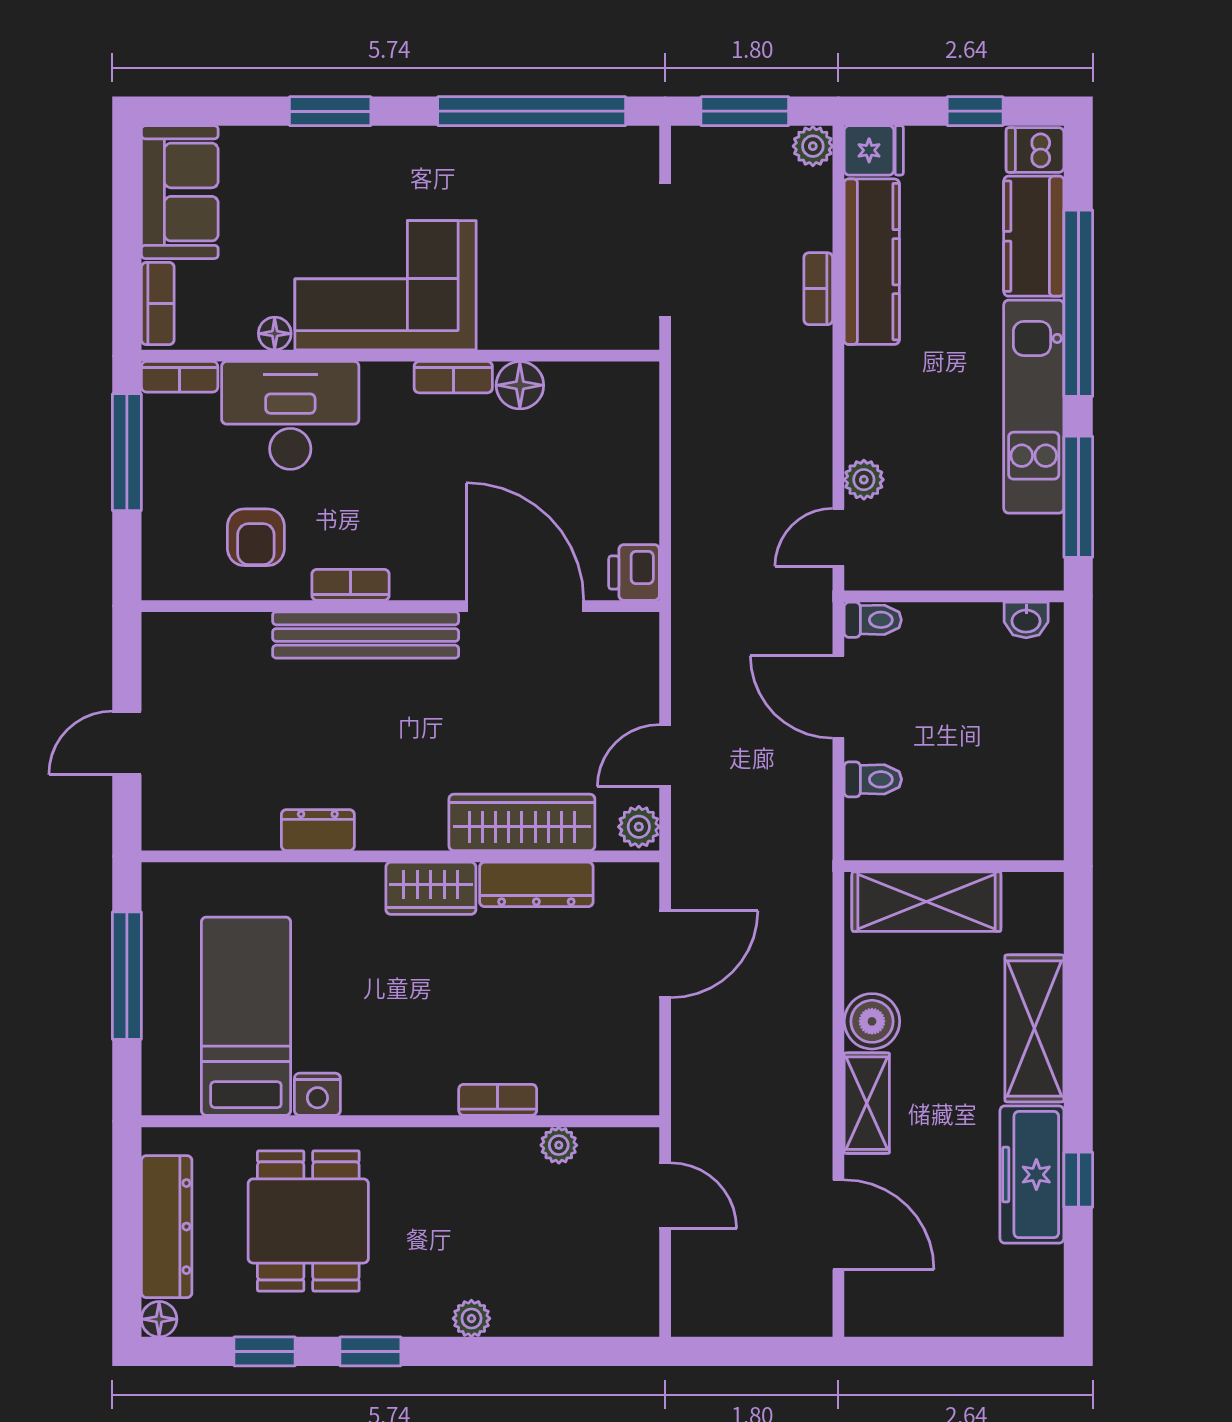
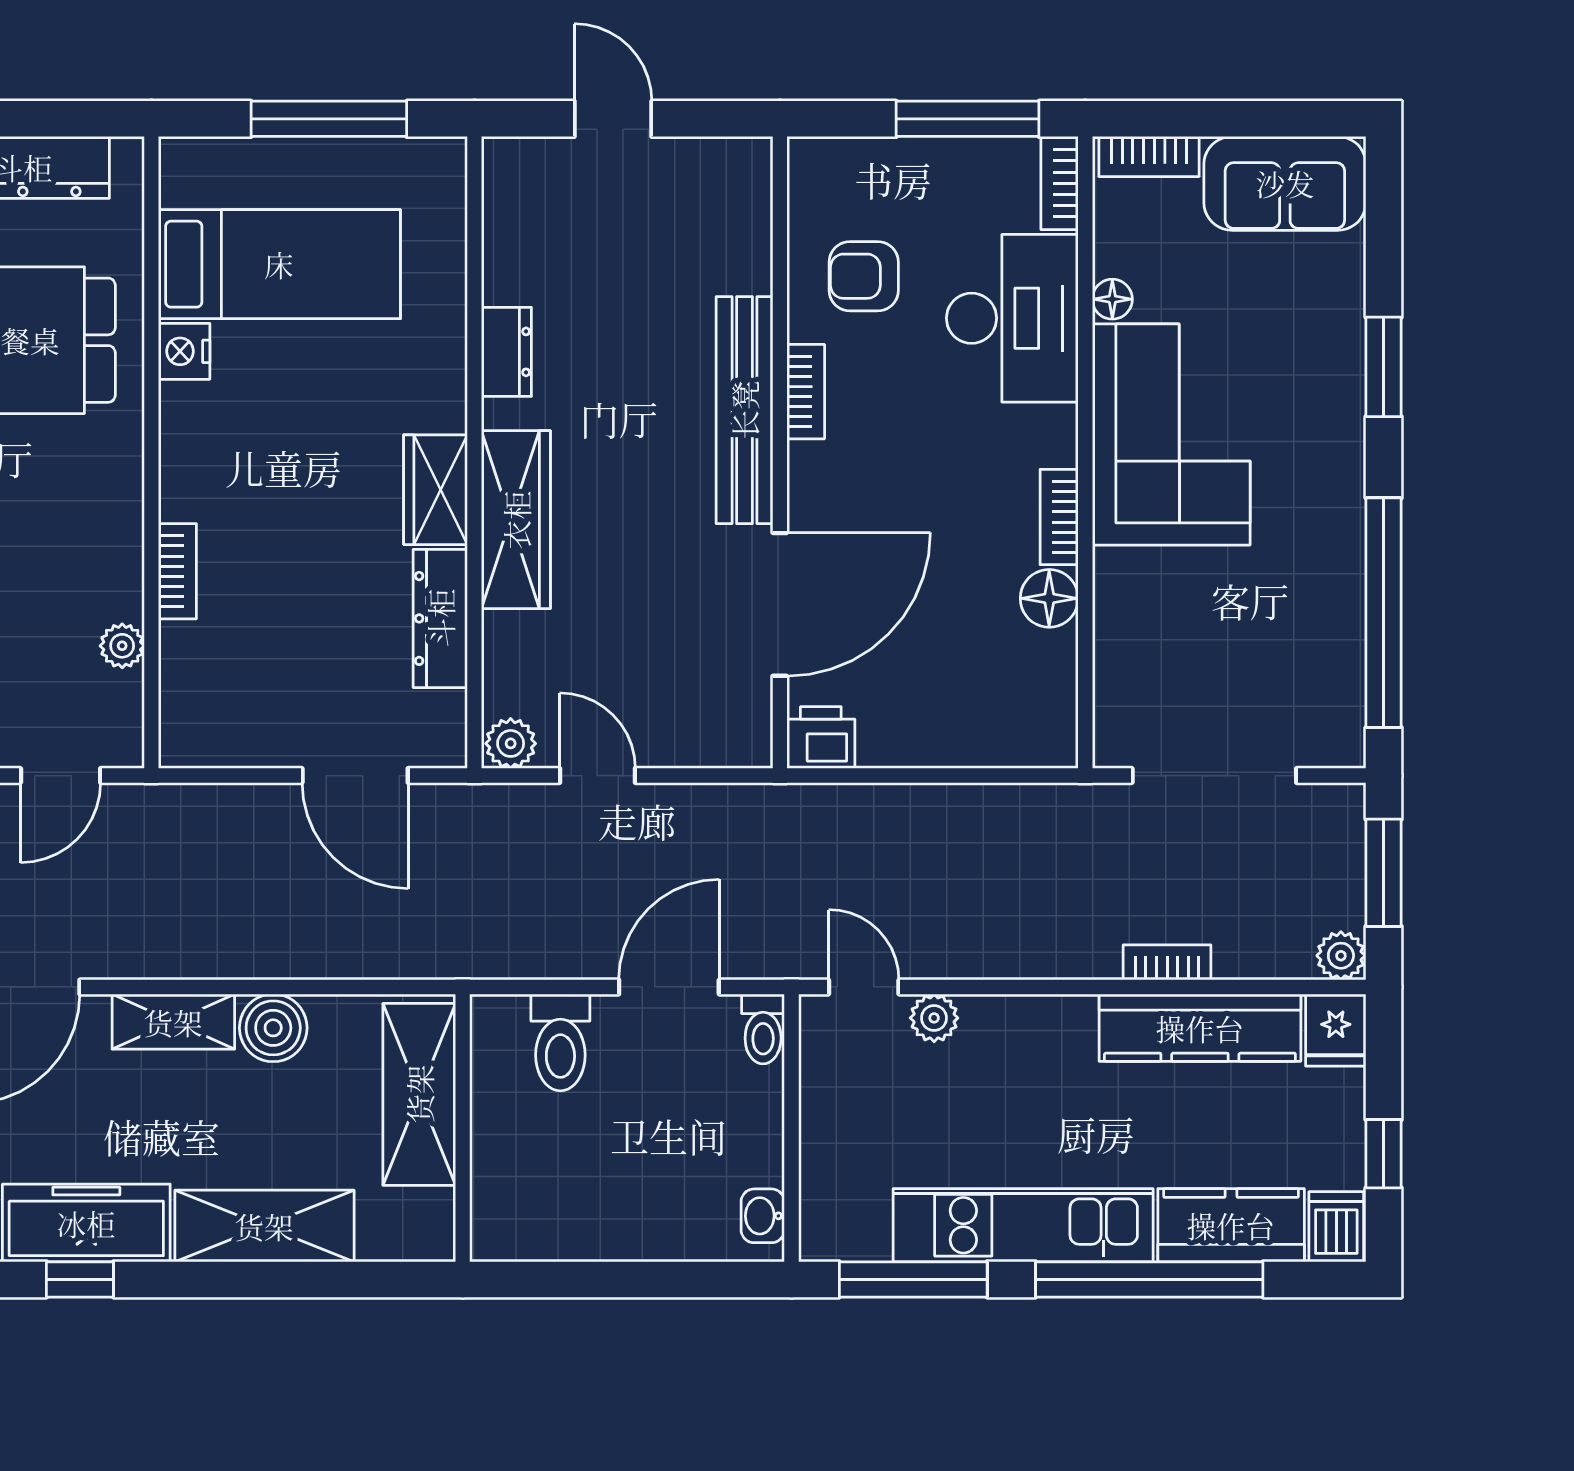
toilet: (873, 779) -> (560, 1042), width x1.37, depth x1.39
wardrobe: (522, 822) -> (516, 520), moved

